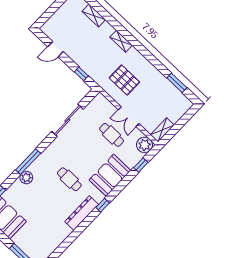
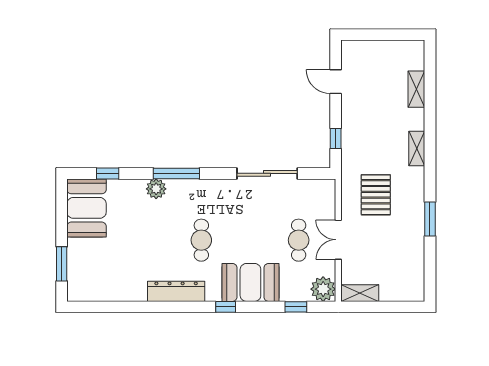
window: (177, 83) -> (430, 219), moved
window: (103, 205) -> (226, 307), moved

